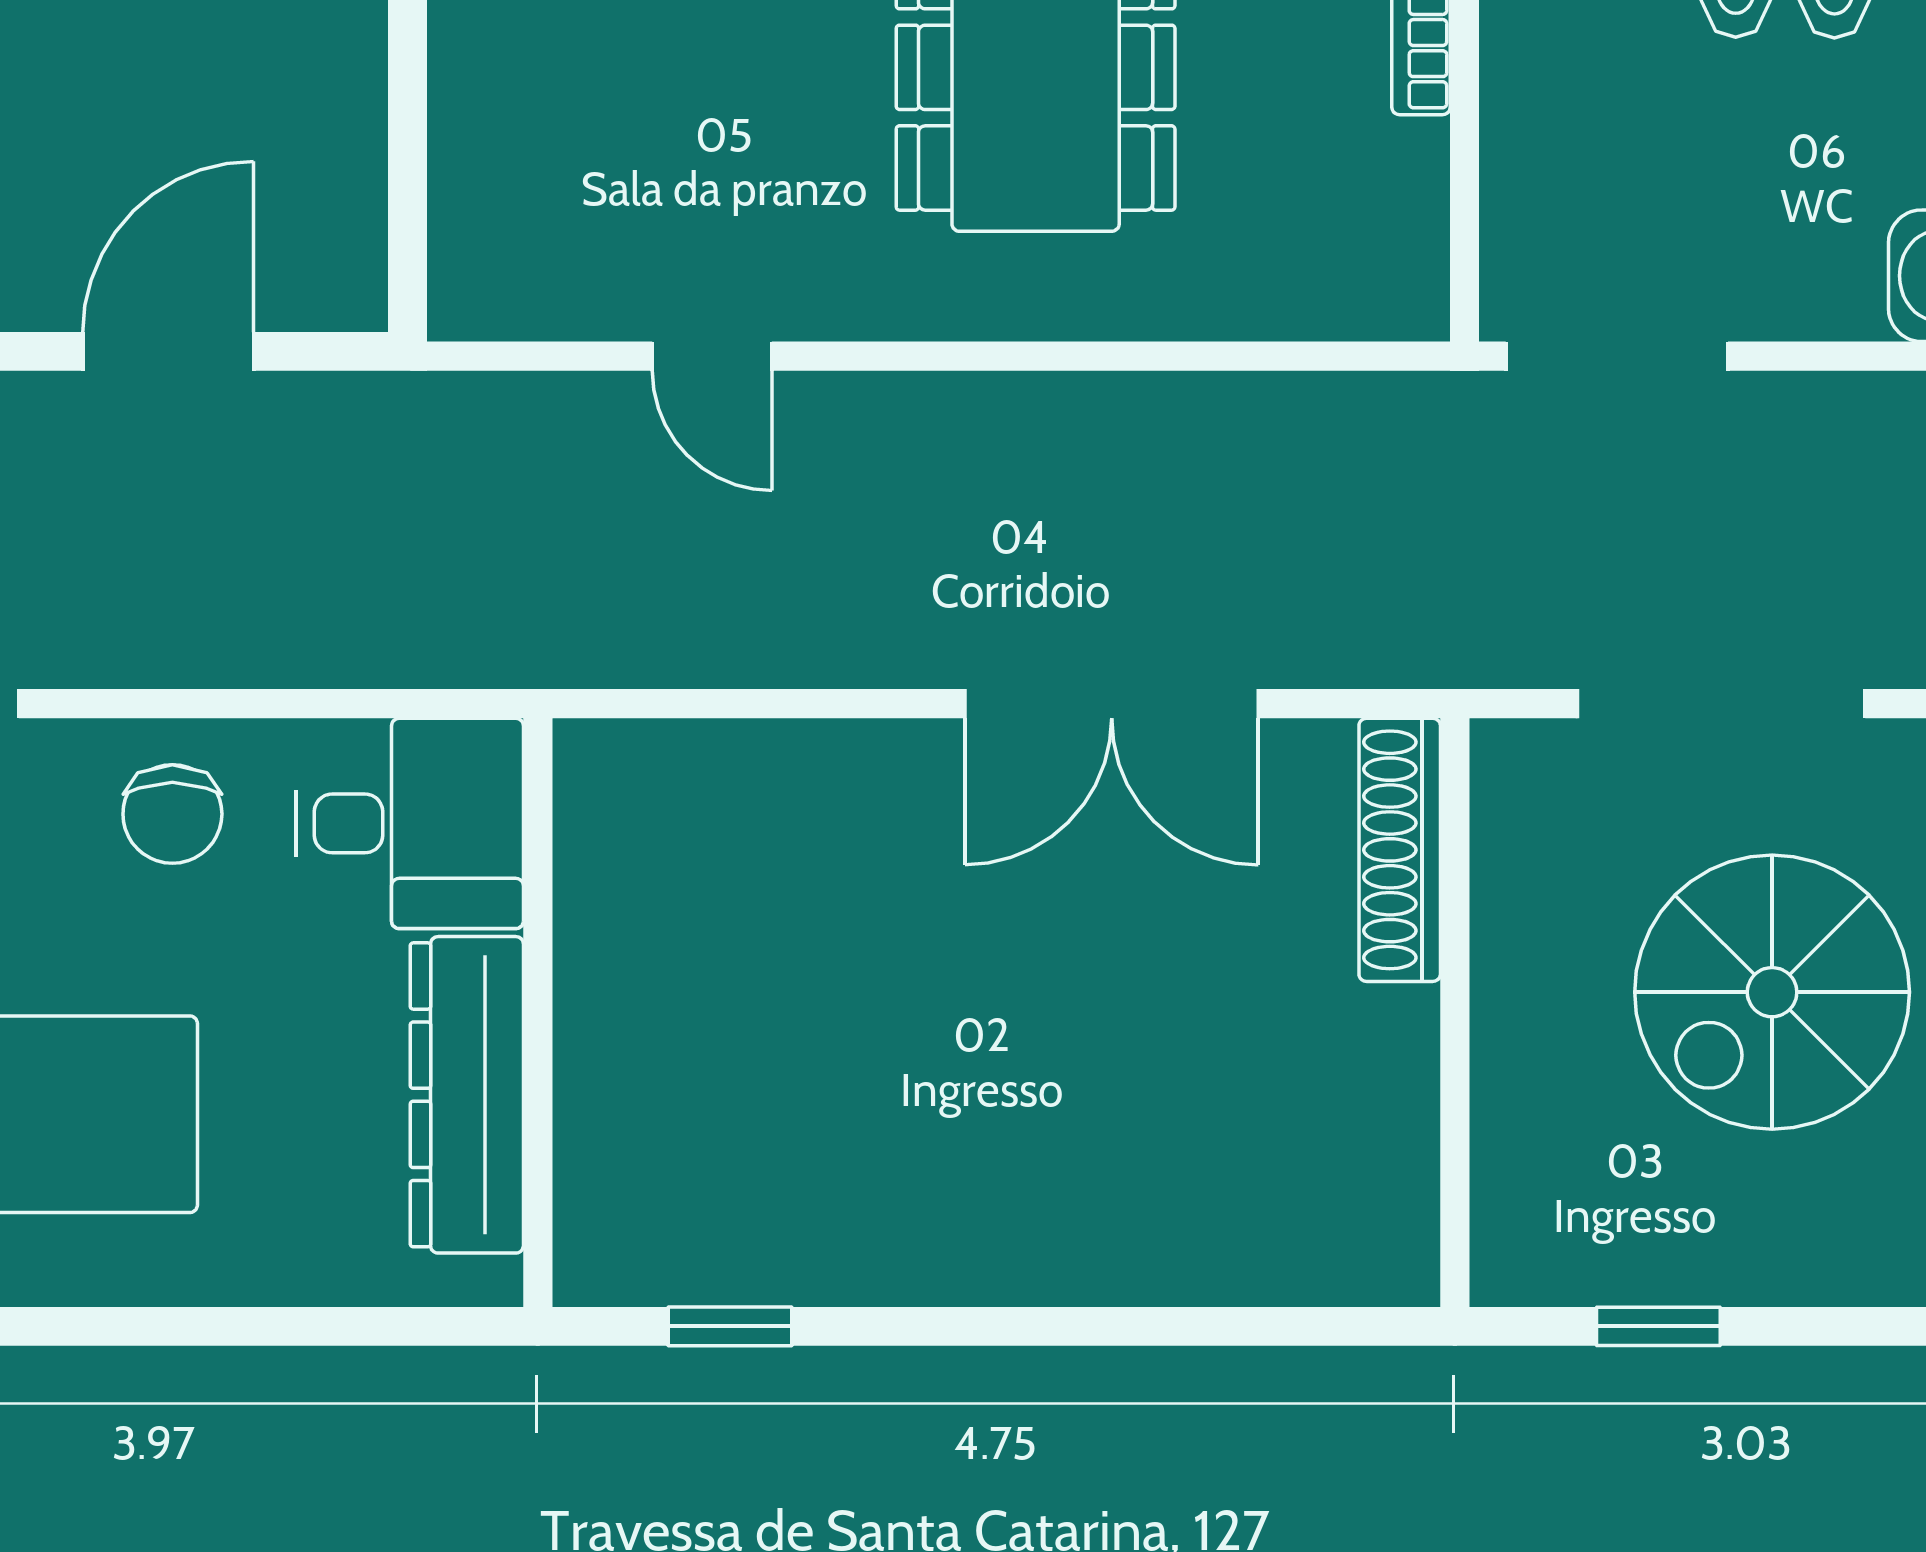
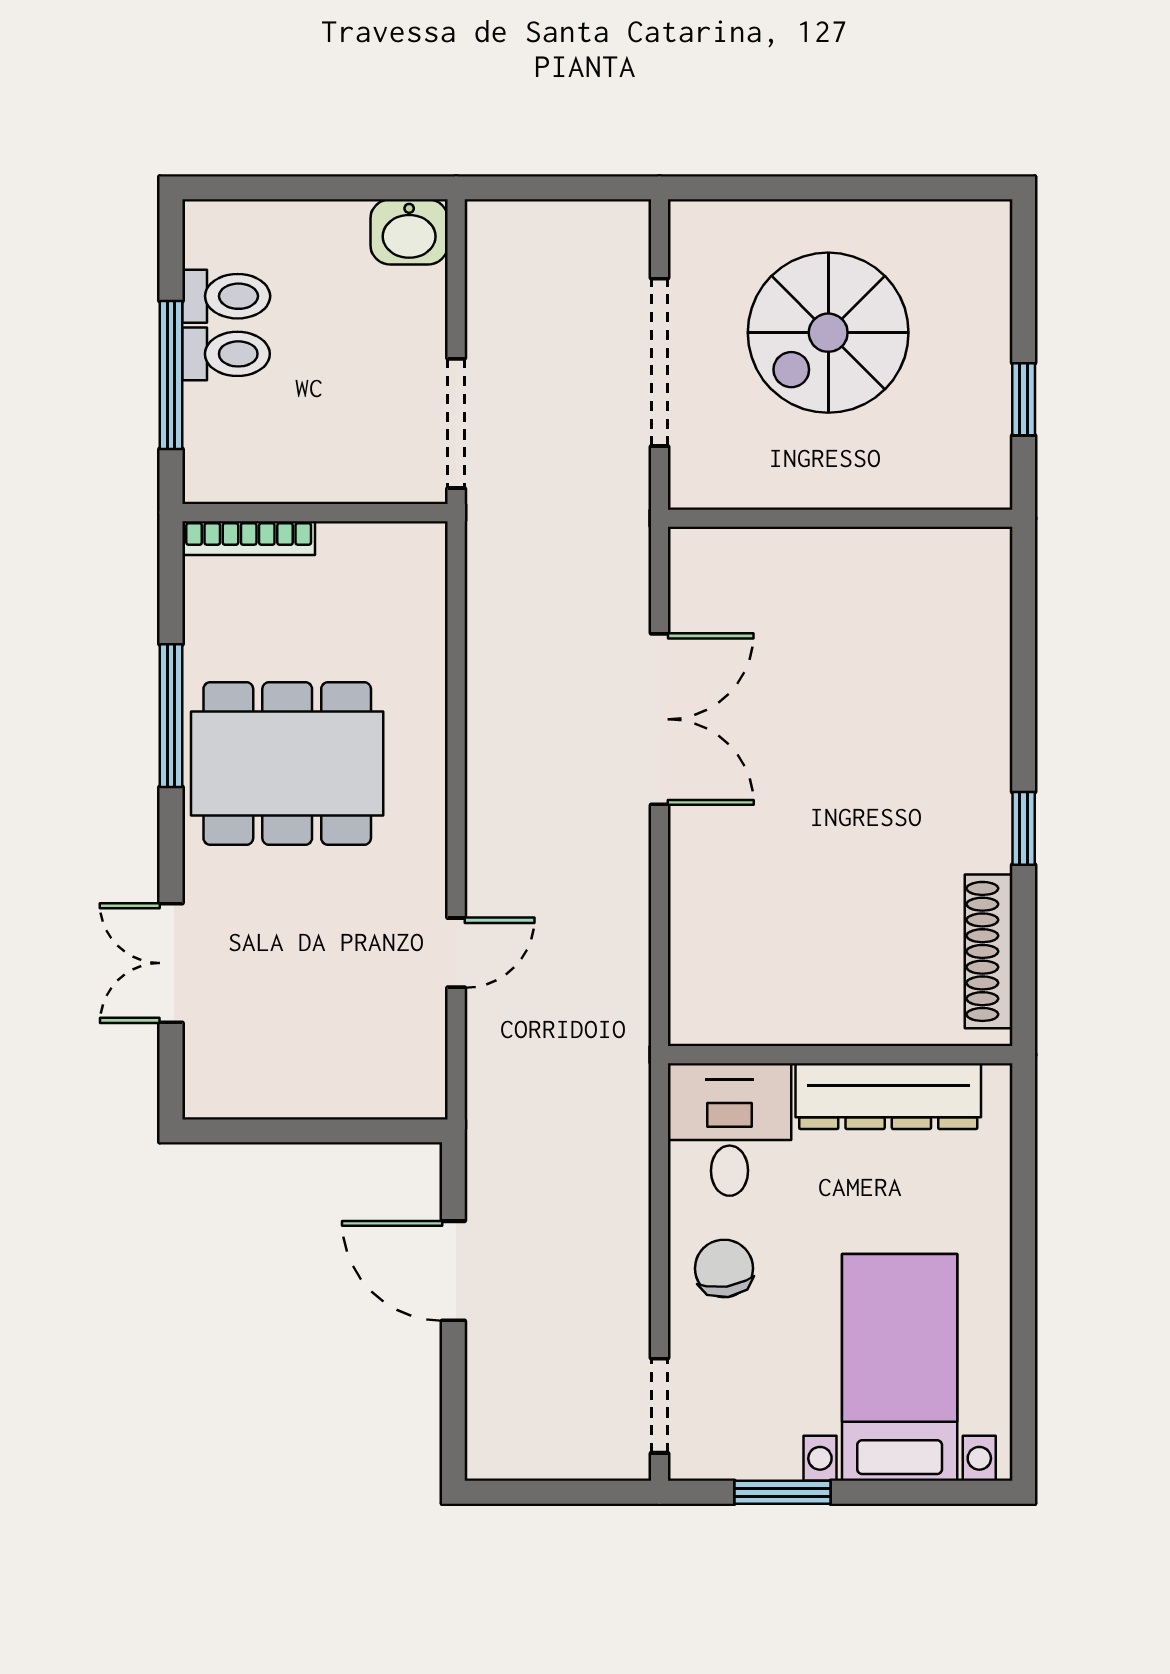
chair: (172, 814) -> (724, 1268), turned -98
shoe rack: (1400, 850) -> (989, 951), moved, turned 90
spiral stairs: (1772, 992) -> (828, 333), turned 90
window: (730, 1326) -> (1024, 828), moved

